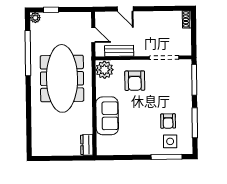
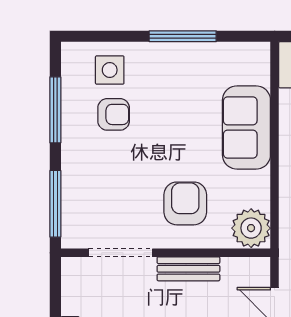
bench: (119, 51) -> (188, 269), moved
armchair: (168, 121) -> (114, 114), turned 90
window: (167, 157) -> (183, 36), moved

